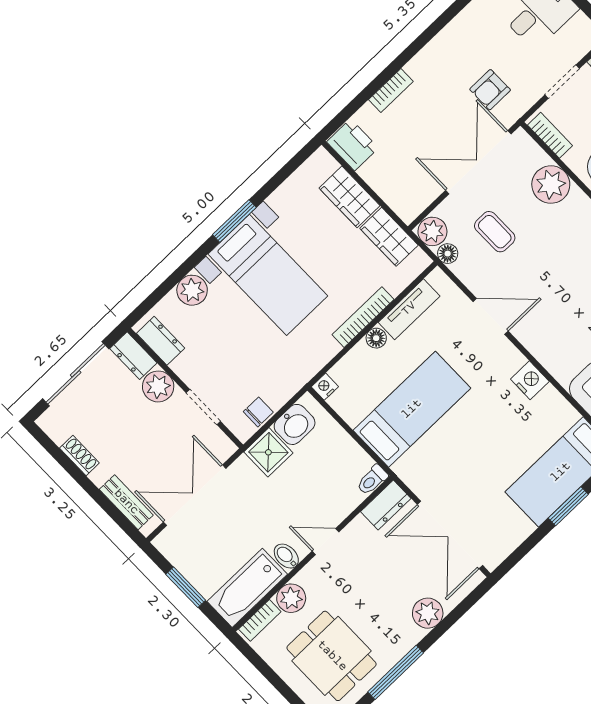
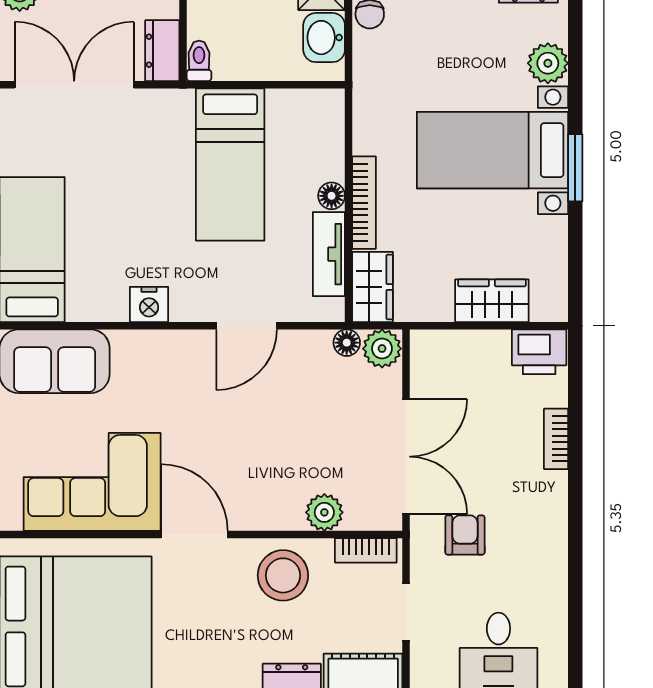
plant: (551, 185) -> (324, 512), width x0.73, depth x0.73
coffee table: (495, 232) -> (324, 408), removed
wardrobe: (389, 237) -> (373, 287), moved, turned 90
nightstand: (325, 387) -> (332, 102), removed

